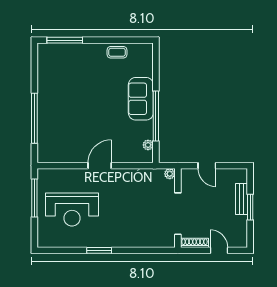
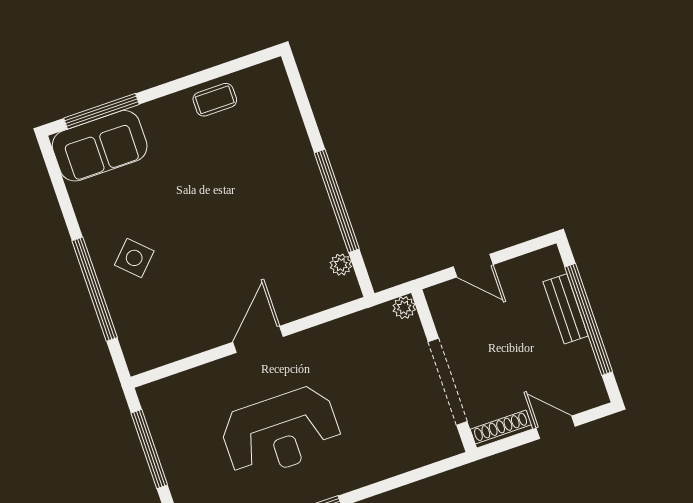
sofa: (141, 99) -> (100, 146), moved, turned -90
side table: (57, 110) -> (134, 258), added
window: (250, 207) -> (589, 319), width x2.11
reception desk: (72, 210) -> (281, 432), moved

